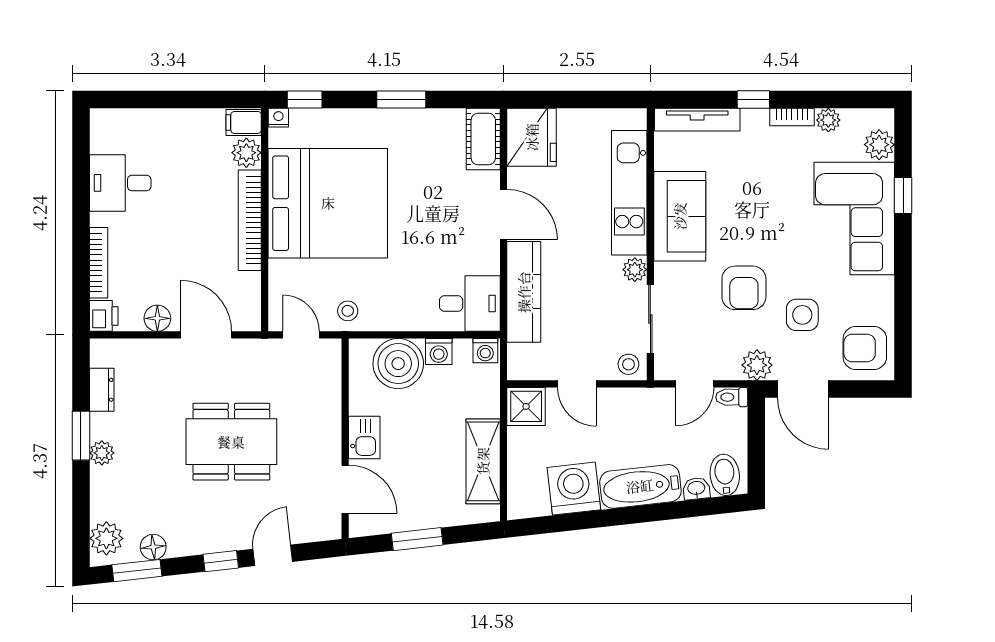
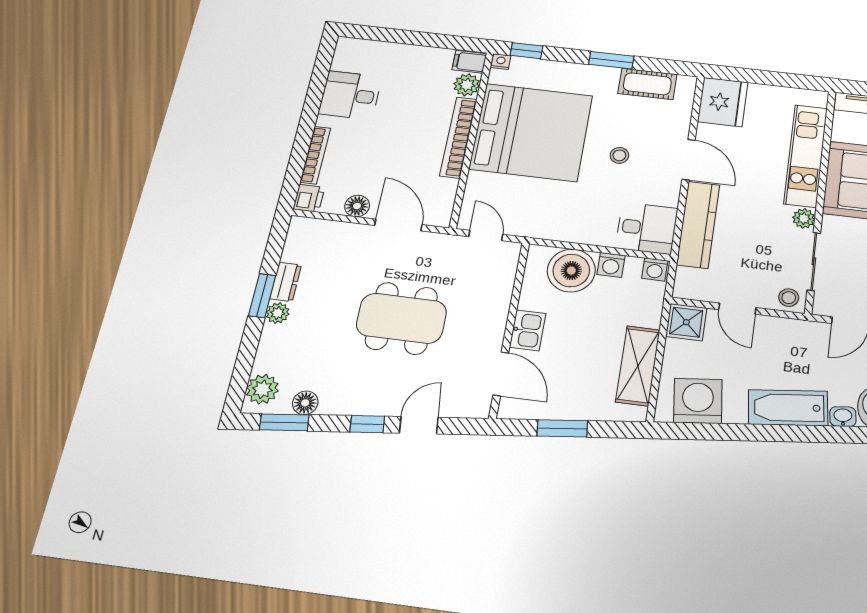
cot: (483, 139) -> (647, 84), moved, turned 90
stool: (348, 311) -> (619, 155), moved
dresser: (102, 390) -> (286, 282), moved
washing machine: (574, 489) -> (698, 401), moved

